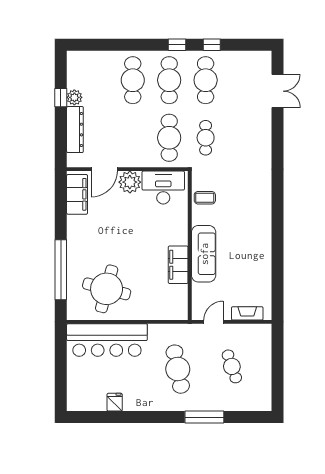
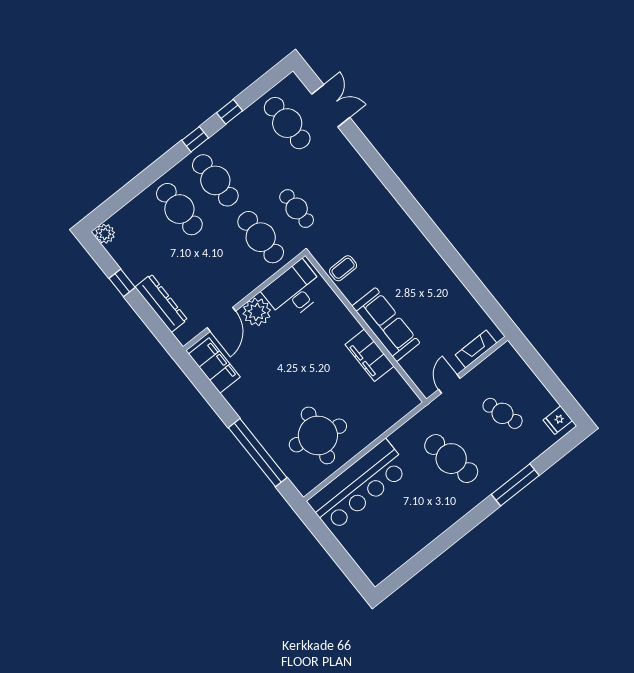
cafe table: (206, 80) -> (287, 123), moved
plant: (74, 97) -> (105, 234), moved
fridge: (115, 402) -> (558, 420), moved, turned -90

